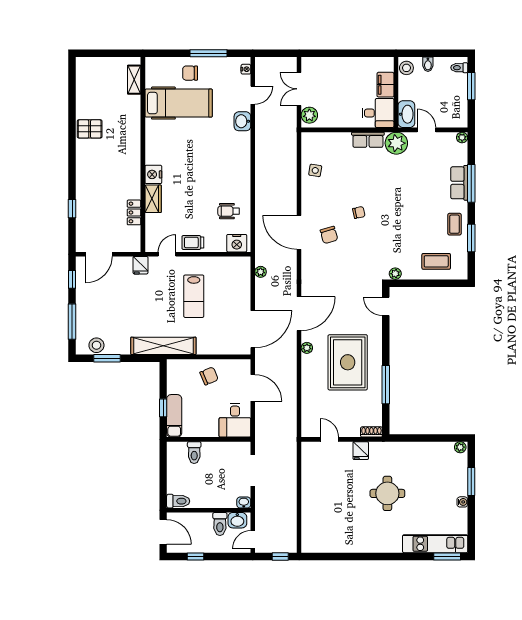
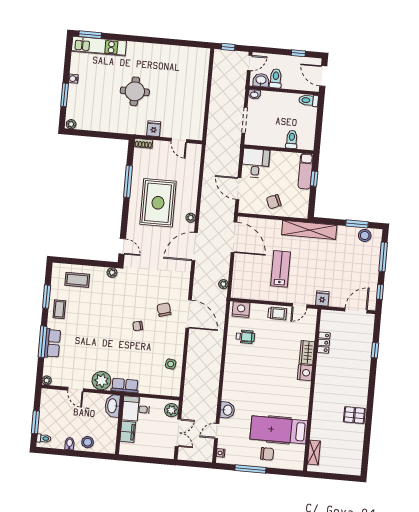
filing cabinet: (385, 85) -> (128, 432), moved
wall: (396, 92) -> (120, 425), moved
desk: (378, 113) -> (136, 409), moved
washbasin: (406, 114) -> (113, 406), moved
door: (253, 329) -> (234, 237), swing flipped

